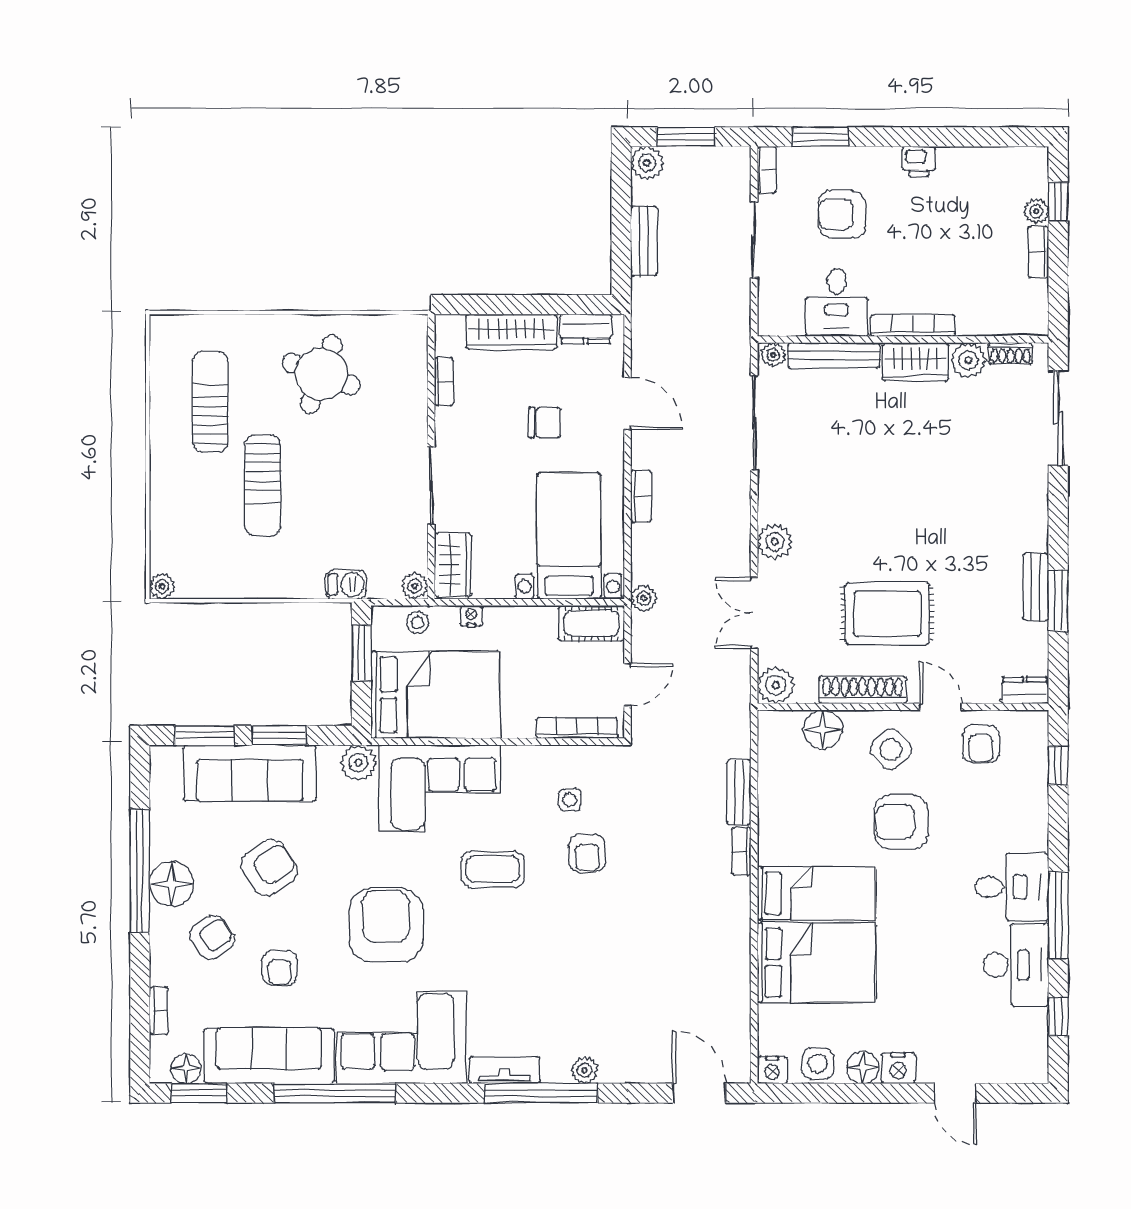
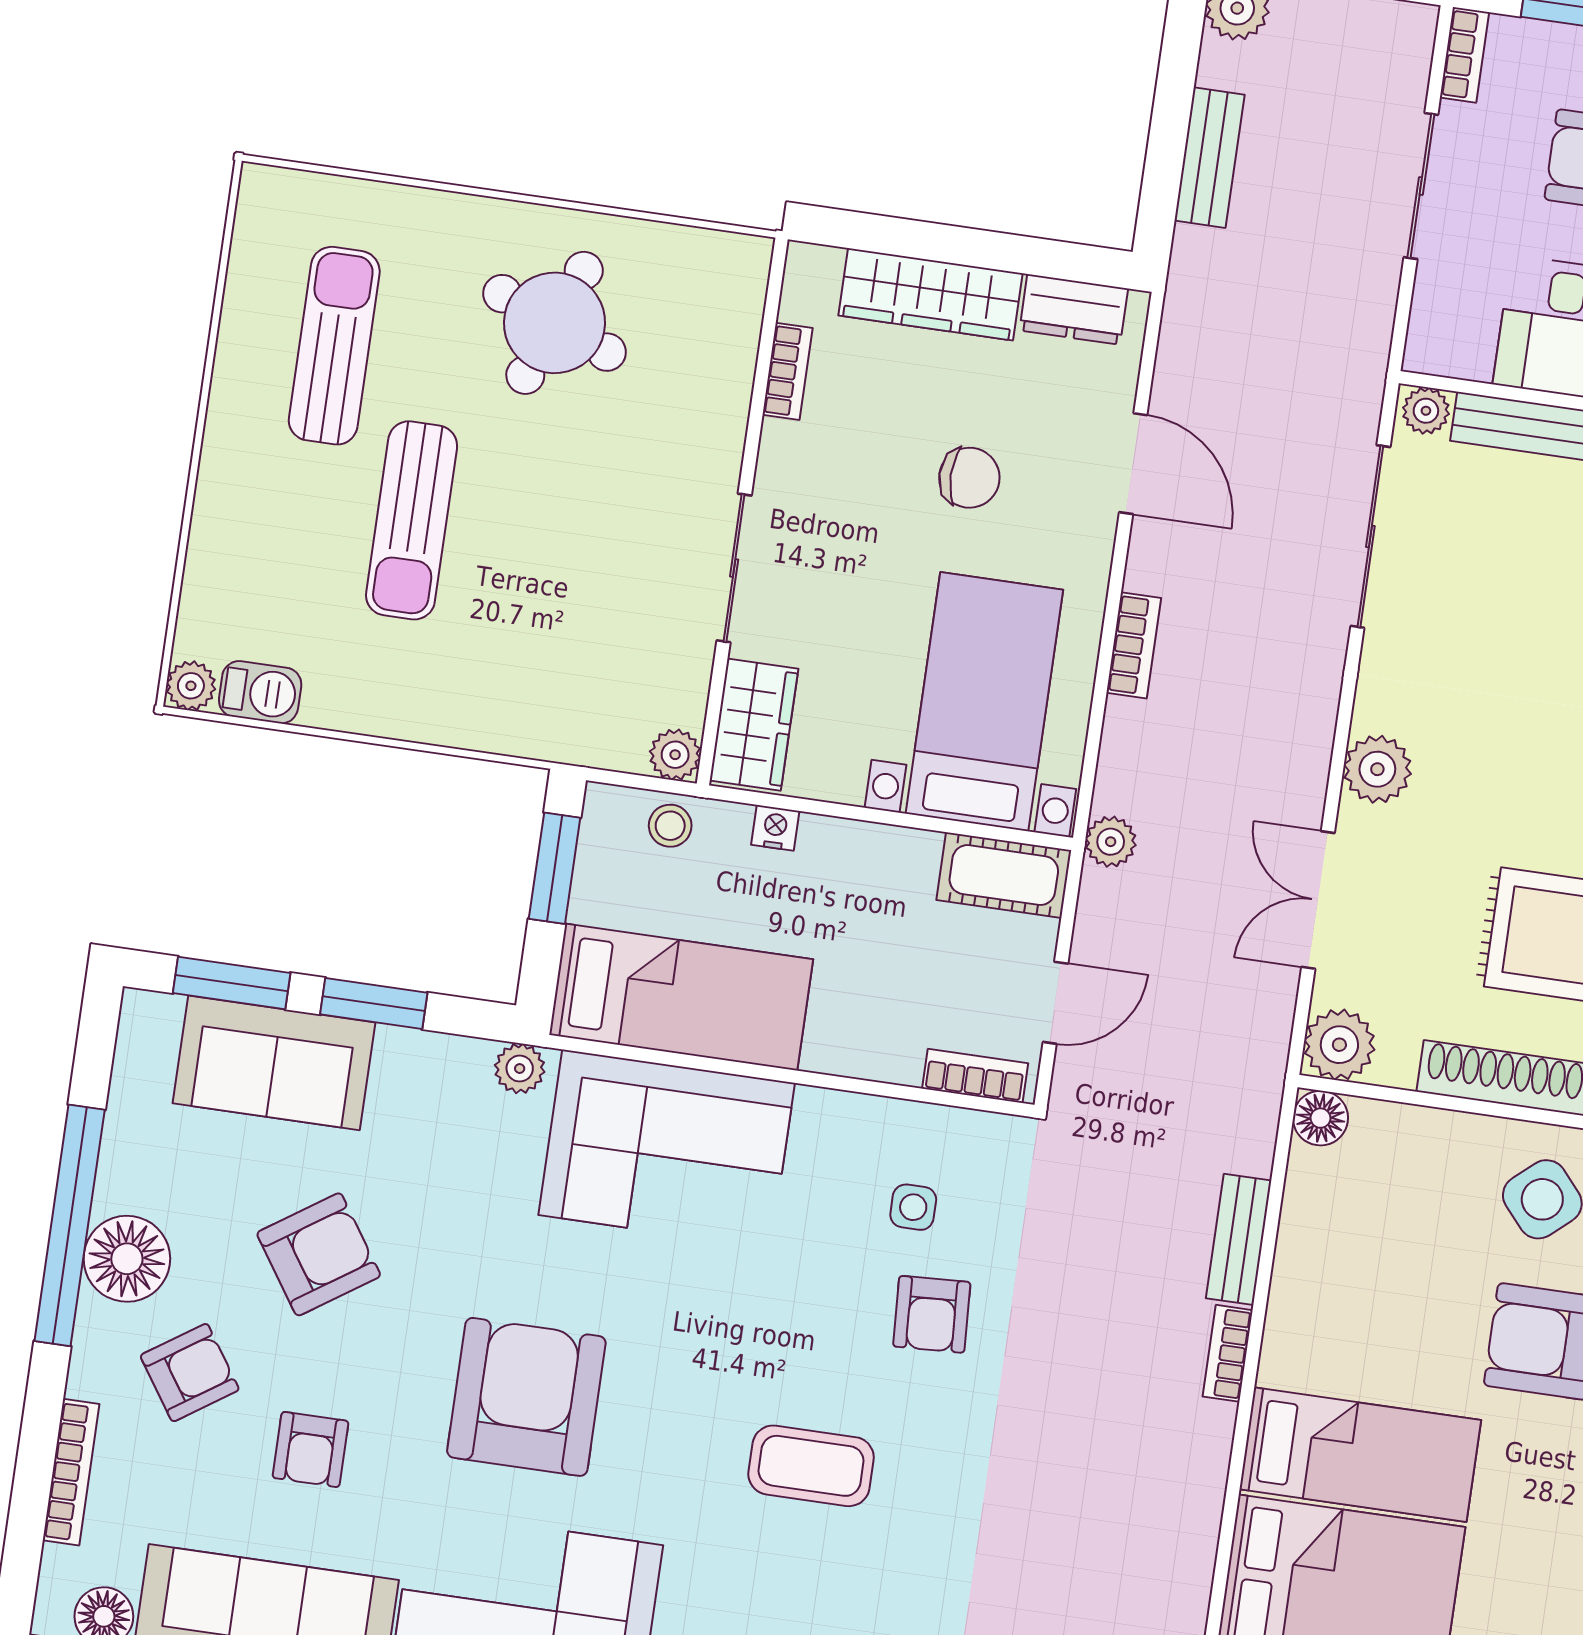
barbecue: (346, 585) -> (260, 692), moved
bed: (436, 695) -> (681, 997), width x0.67
bookcase: (577, 728) -> (975, 1076), width x0.64
floor lamp: (823, 729) -> (1321, 1118), moved, width x0.73, depth x0.73
plant: (358, 763) -> (520, 1069), width x0.73, depth x0.73
sofa: (250, 773) -> (274, 1063), width x0.73
coffee table: (493, 869) -> (811, 1466), moved
bookcase: (159, 1011) -> (71, 1472), width x1.56

